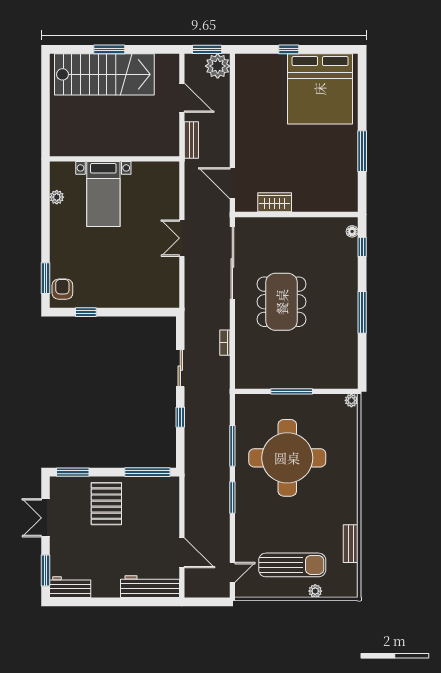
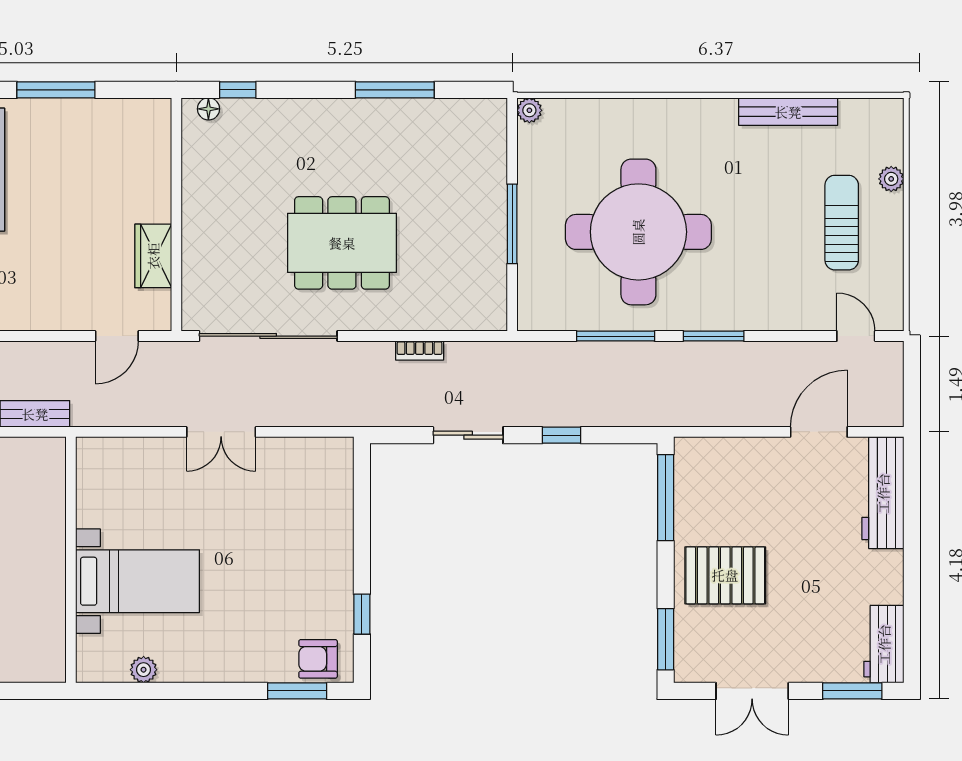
door: (232, 183) -> (117, 336), width x0.73
window: (362, 312) -> (395, 90), moved
bench: (351, 544) -> (788, 112), width x1.36
sun lounger: (292, 565) -> (842, 223), width x0.73, depth x0.75

